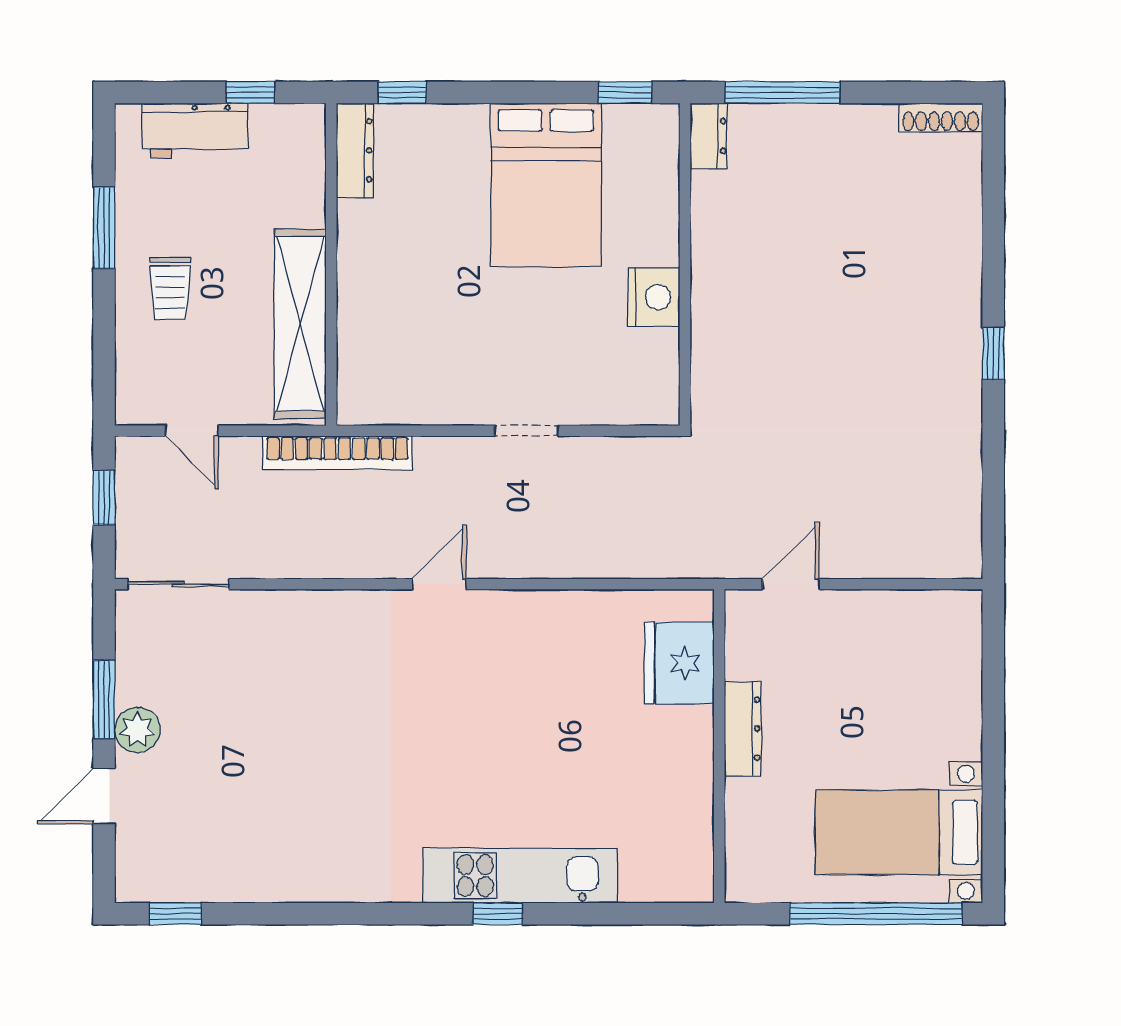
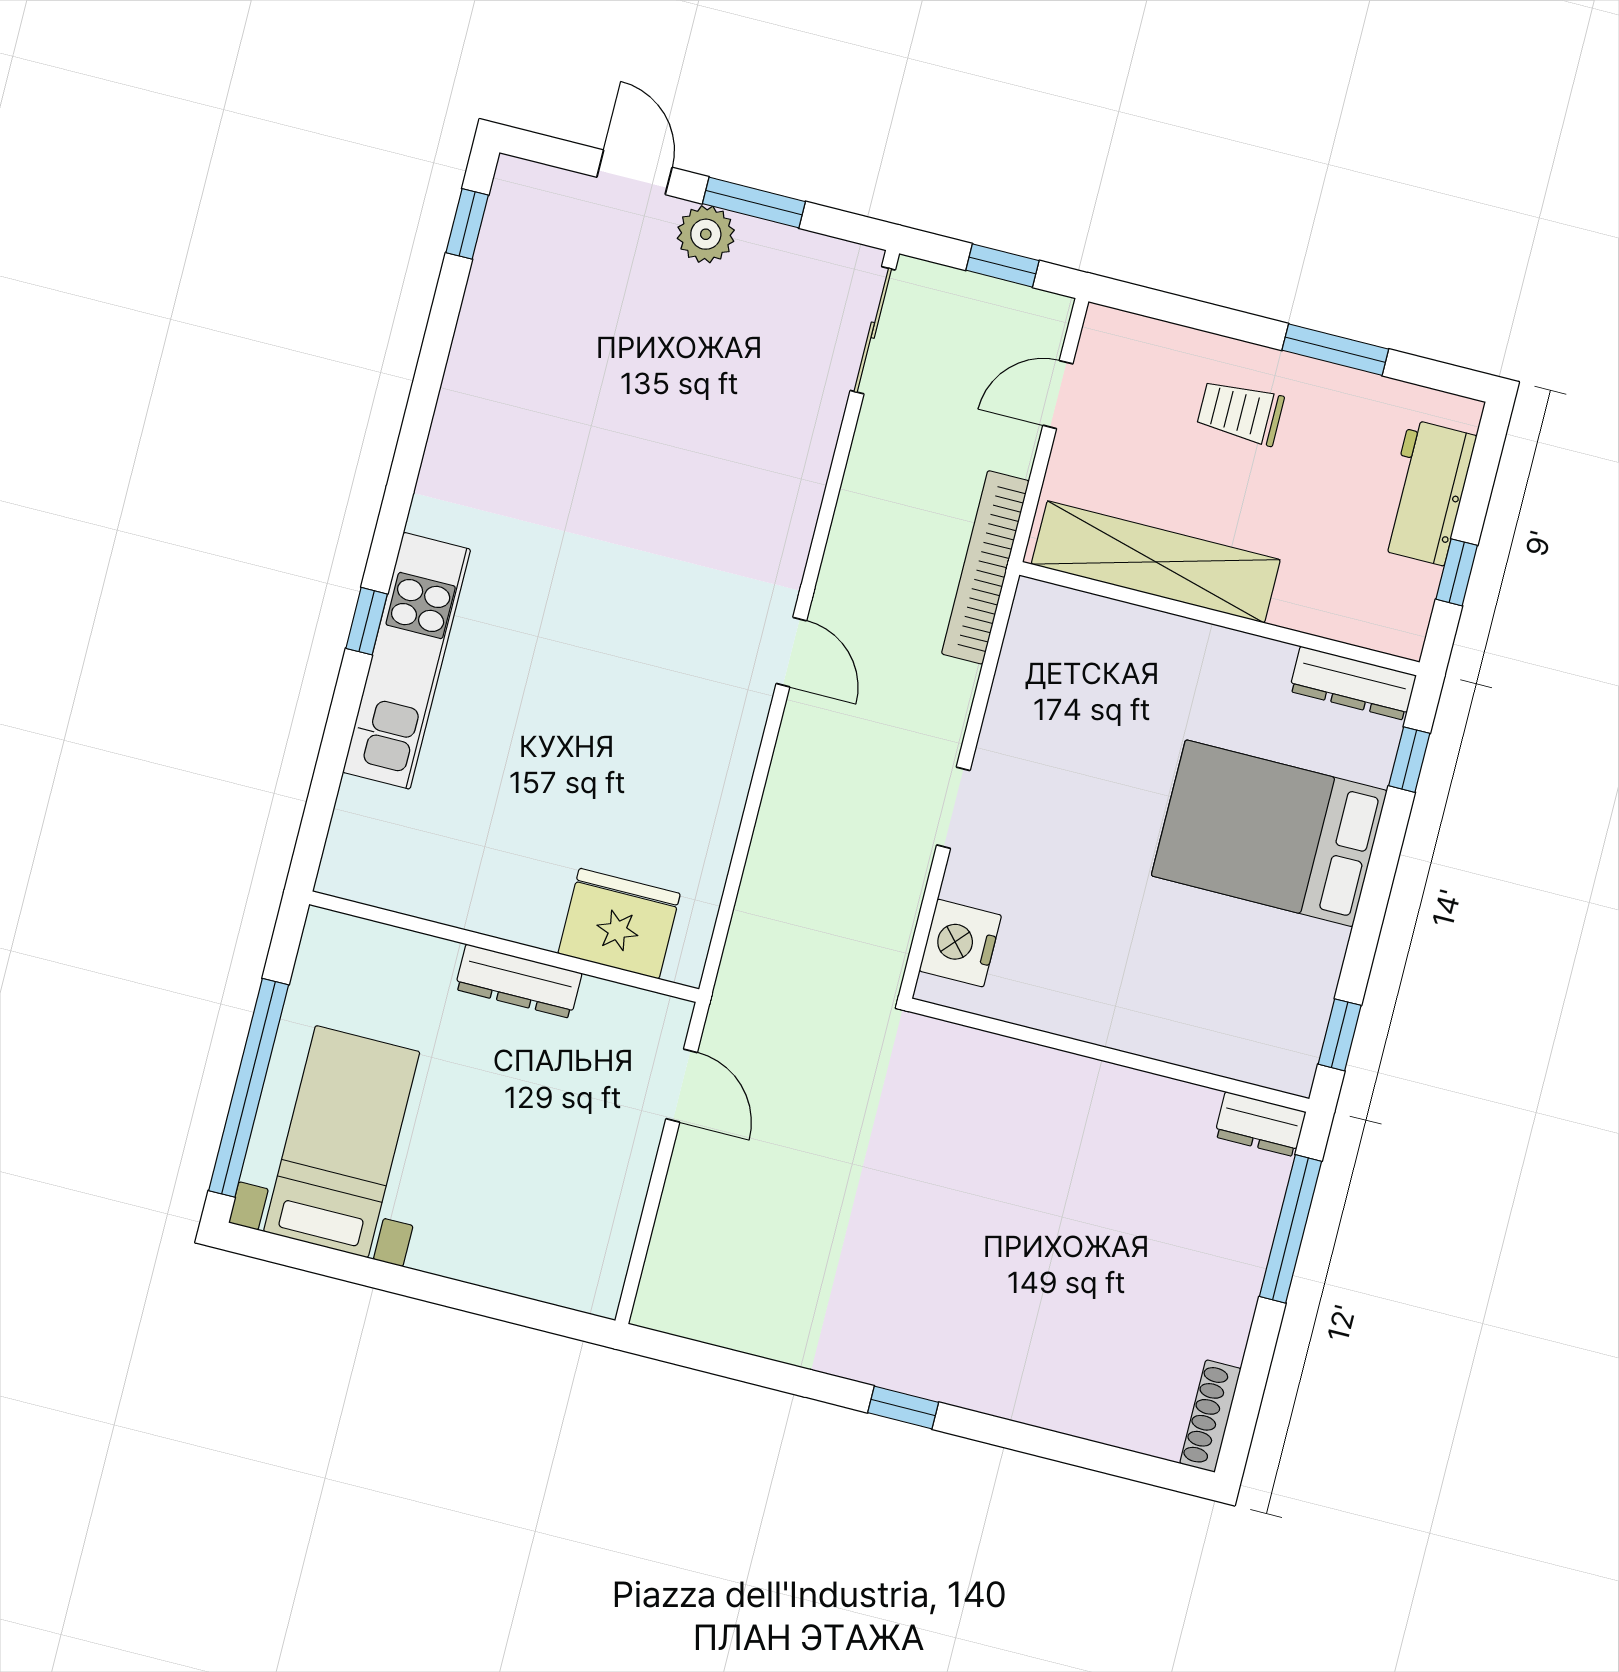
bed: (546, 185) -> (1269, 833), moved
nightstand: (654, 297) -> (960, 943), moved, turned 90

